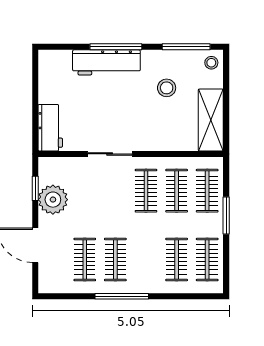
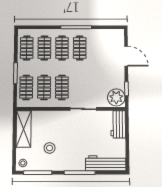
workbench: (106, 62) -> (106, 163), moved
plant: (53, 200) -> (116, 97), moved
clothes rail: (85, 260) -> (62, 48), moved

